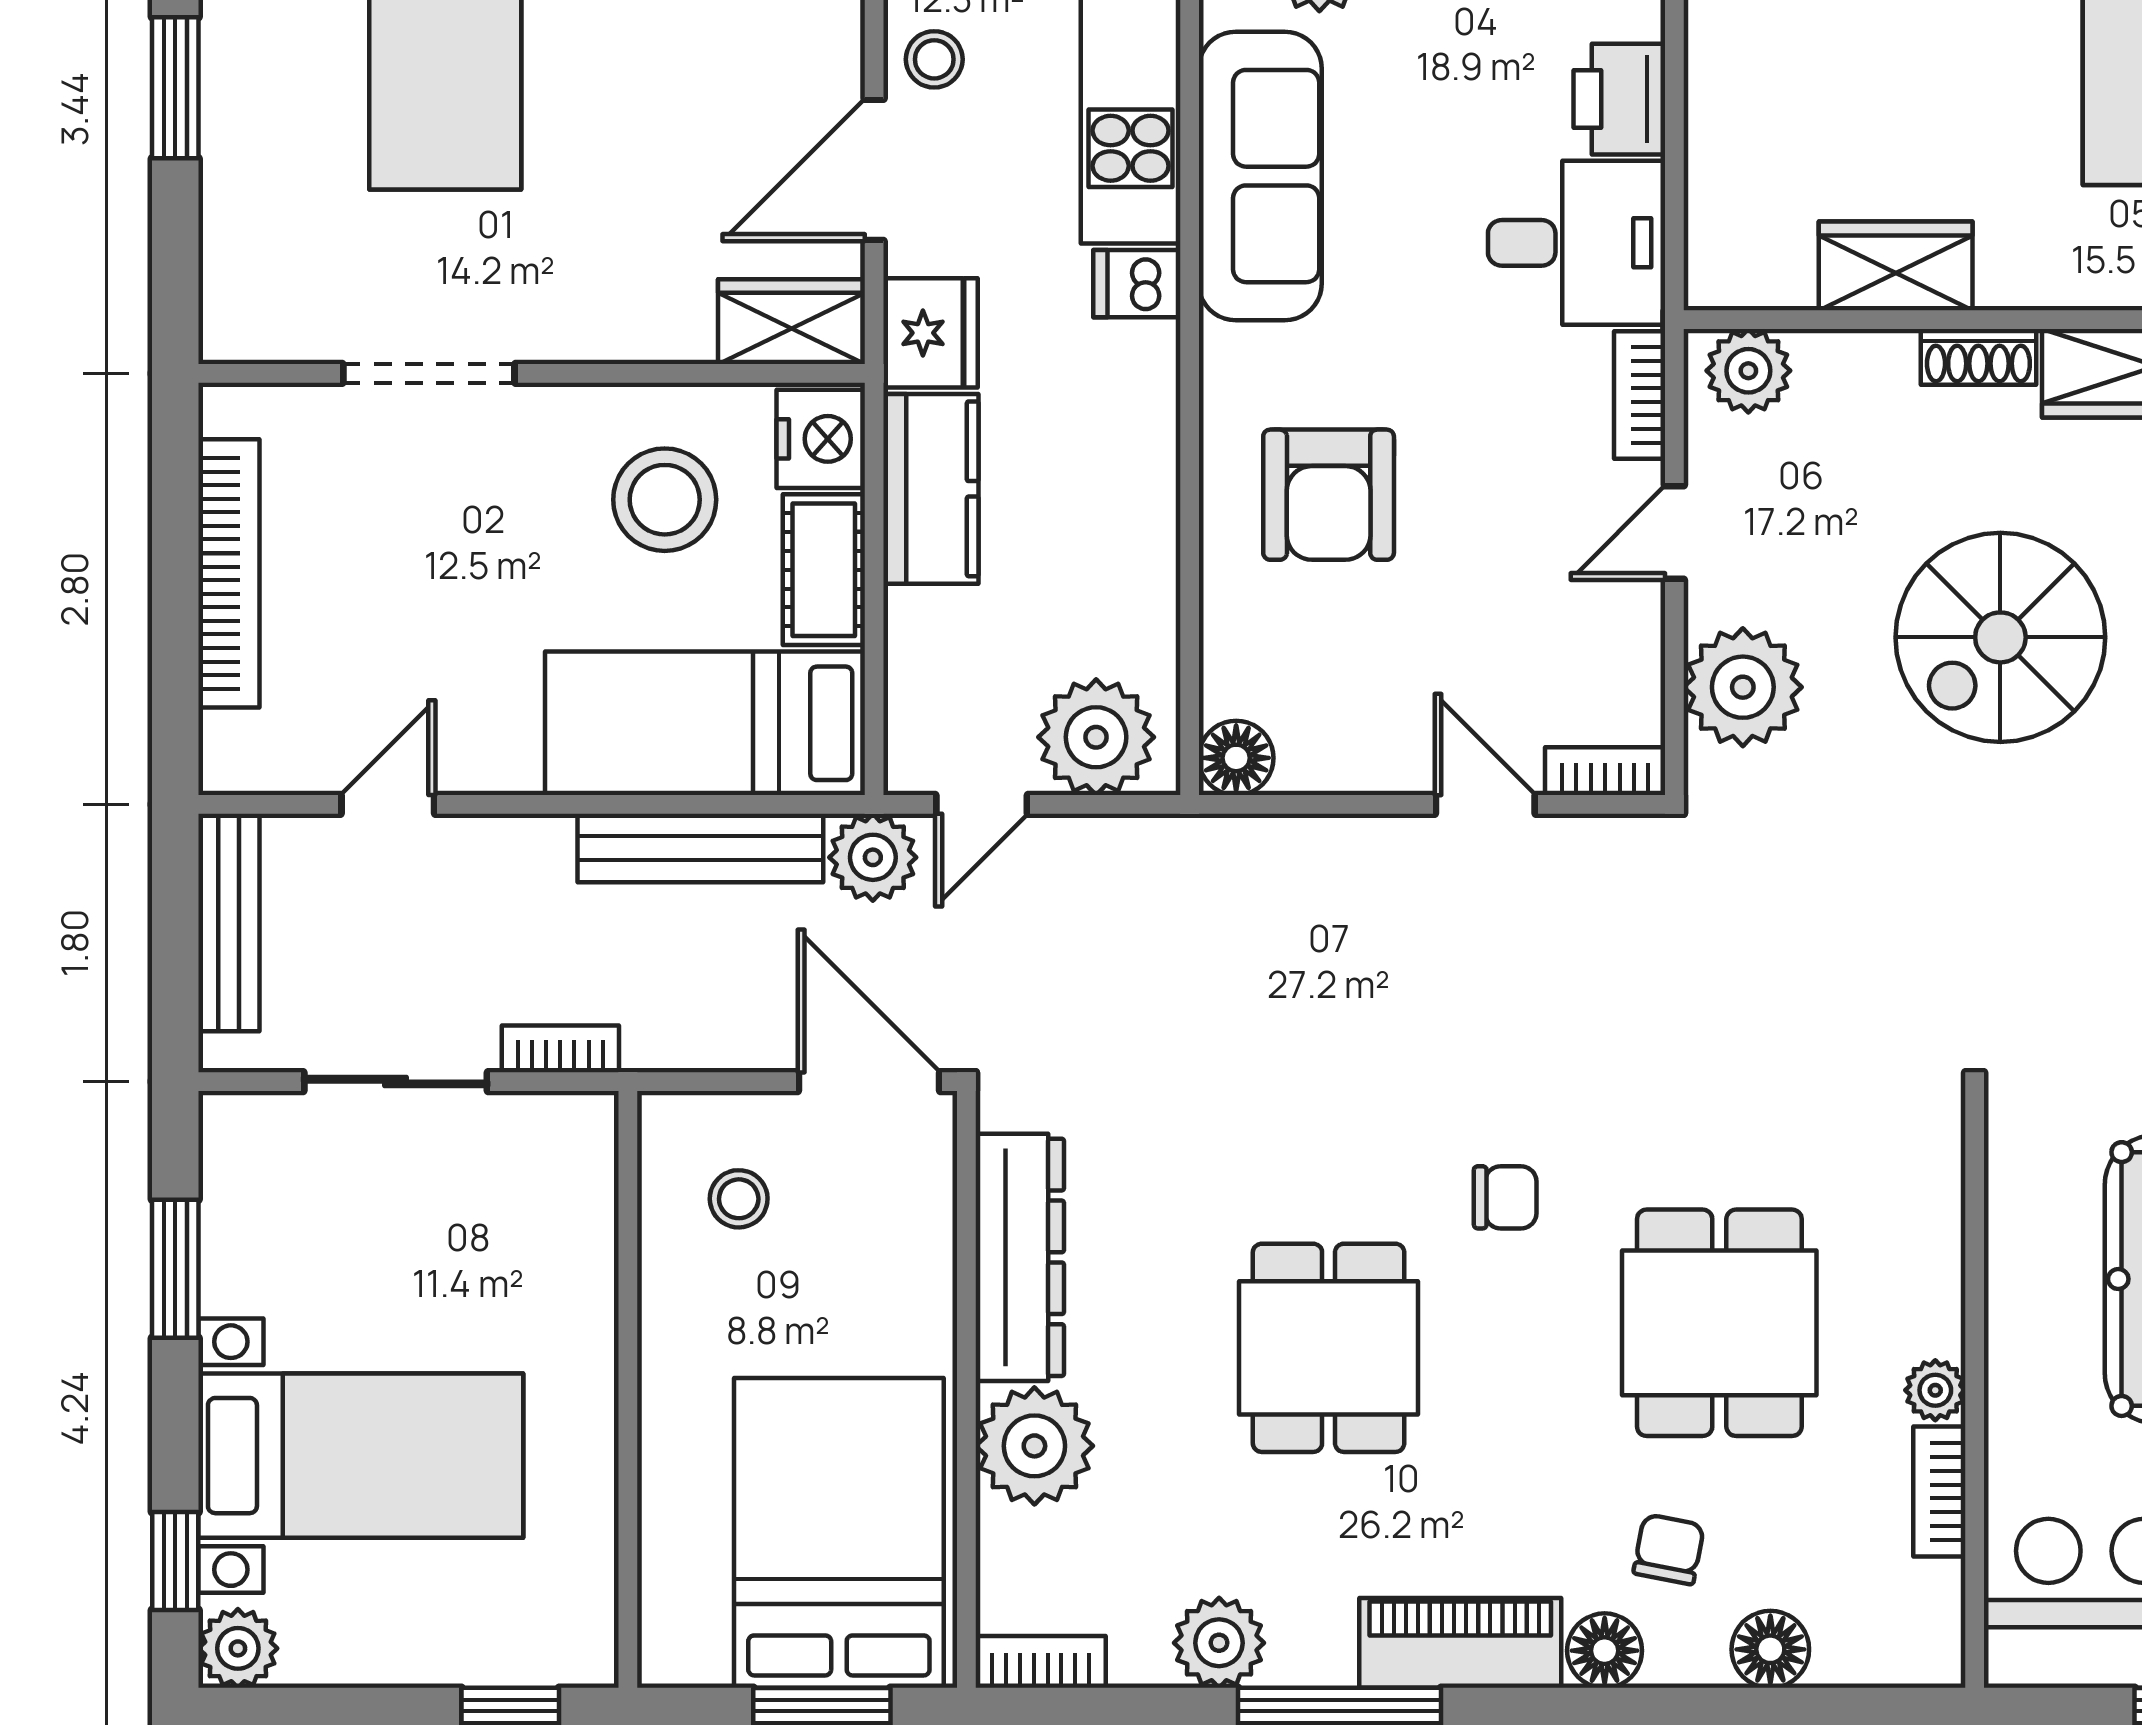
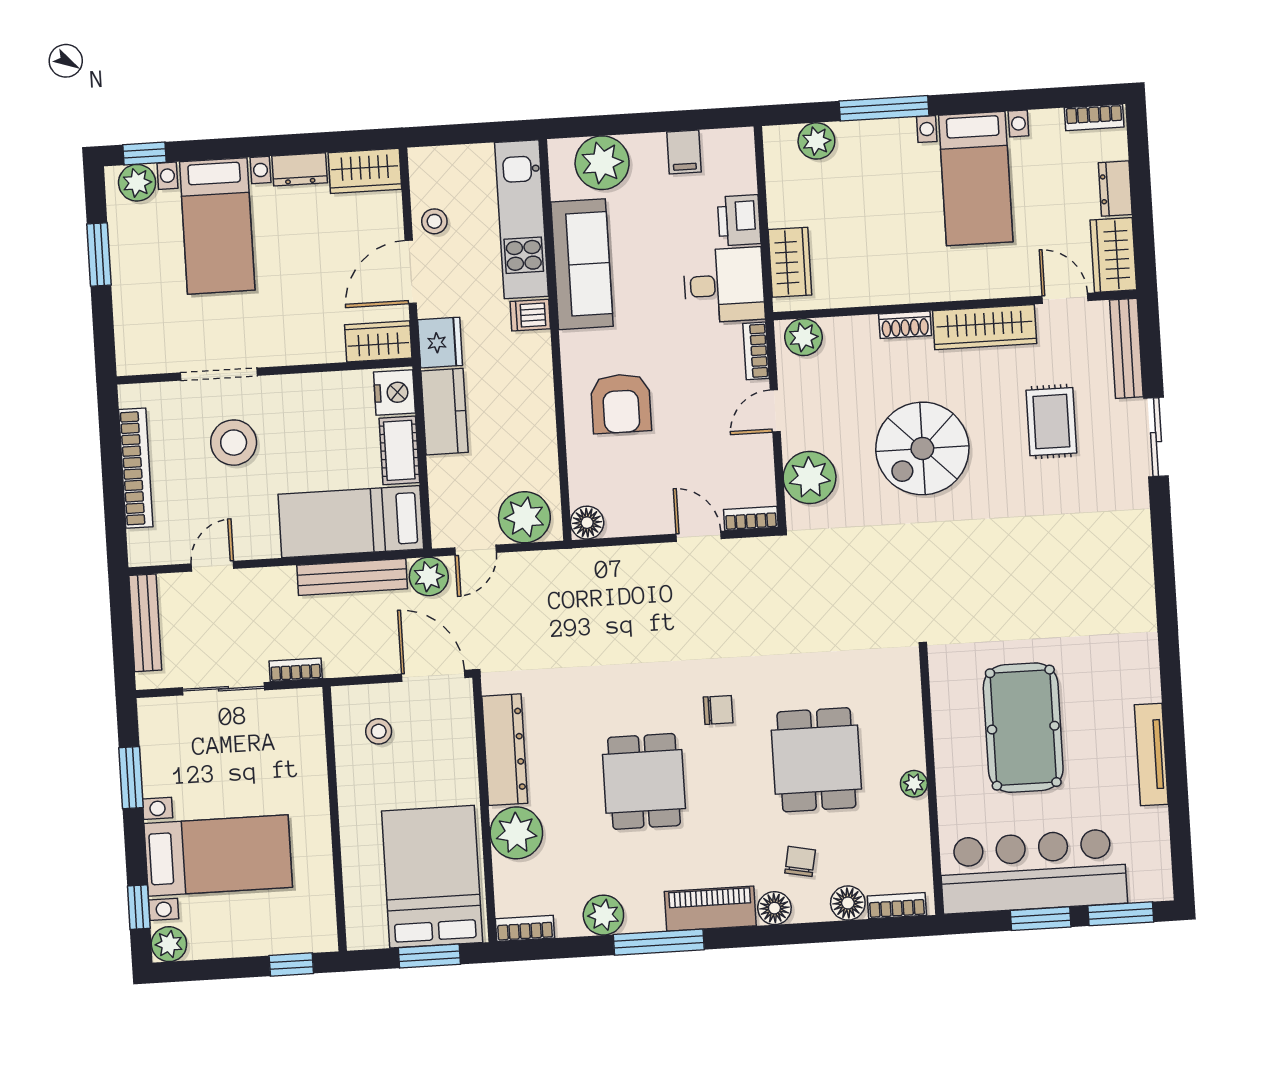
wardrobe: (1896, 266) -> (790, 262), moved, turned 90
stool: (665, 500) -> (234, 443), moved
bookcase: (1939, 1492) -> (897, 906), moved, turned 90

